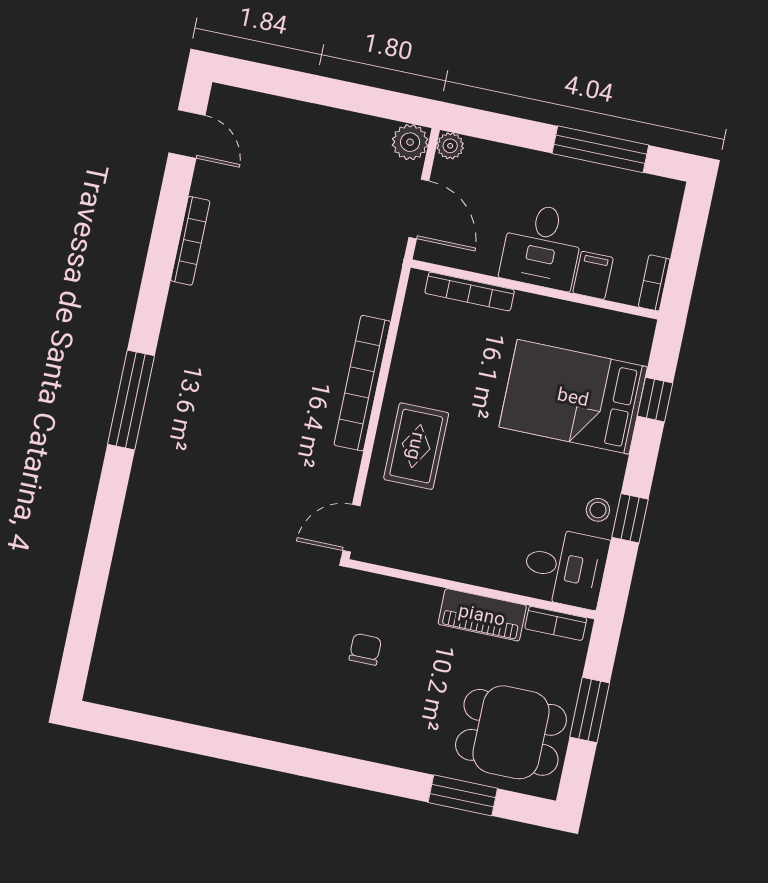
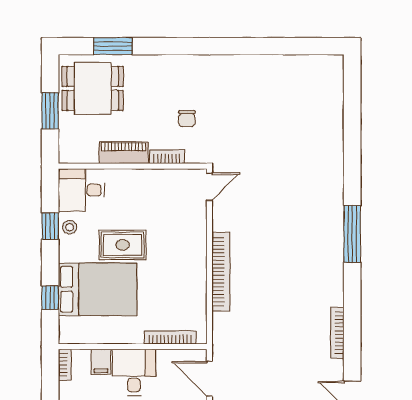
rug: (416, 446) -> (123, 245), moved, turned 90
bookcase: (556, 623) -> (167, 157), moved

